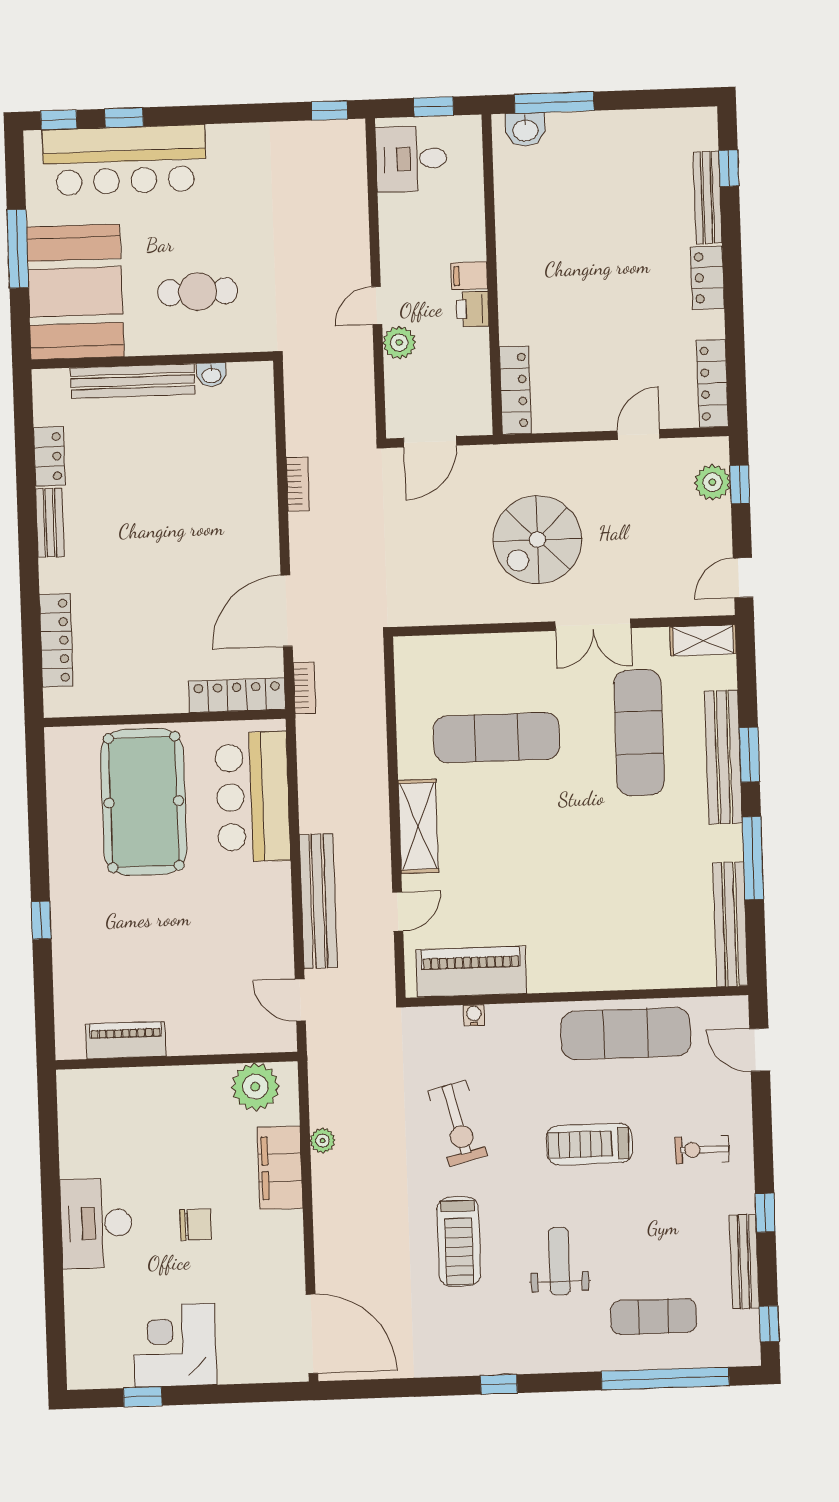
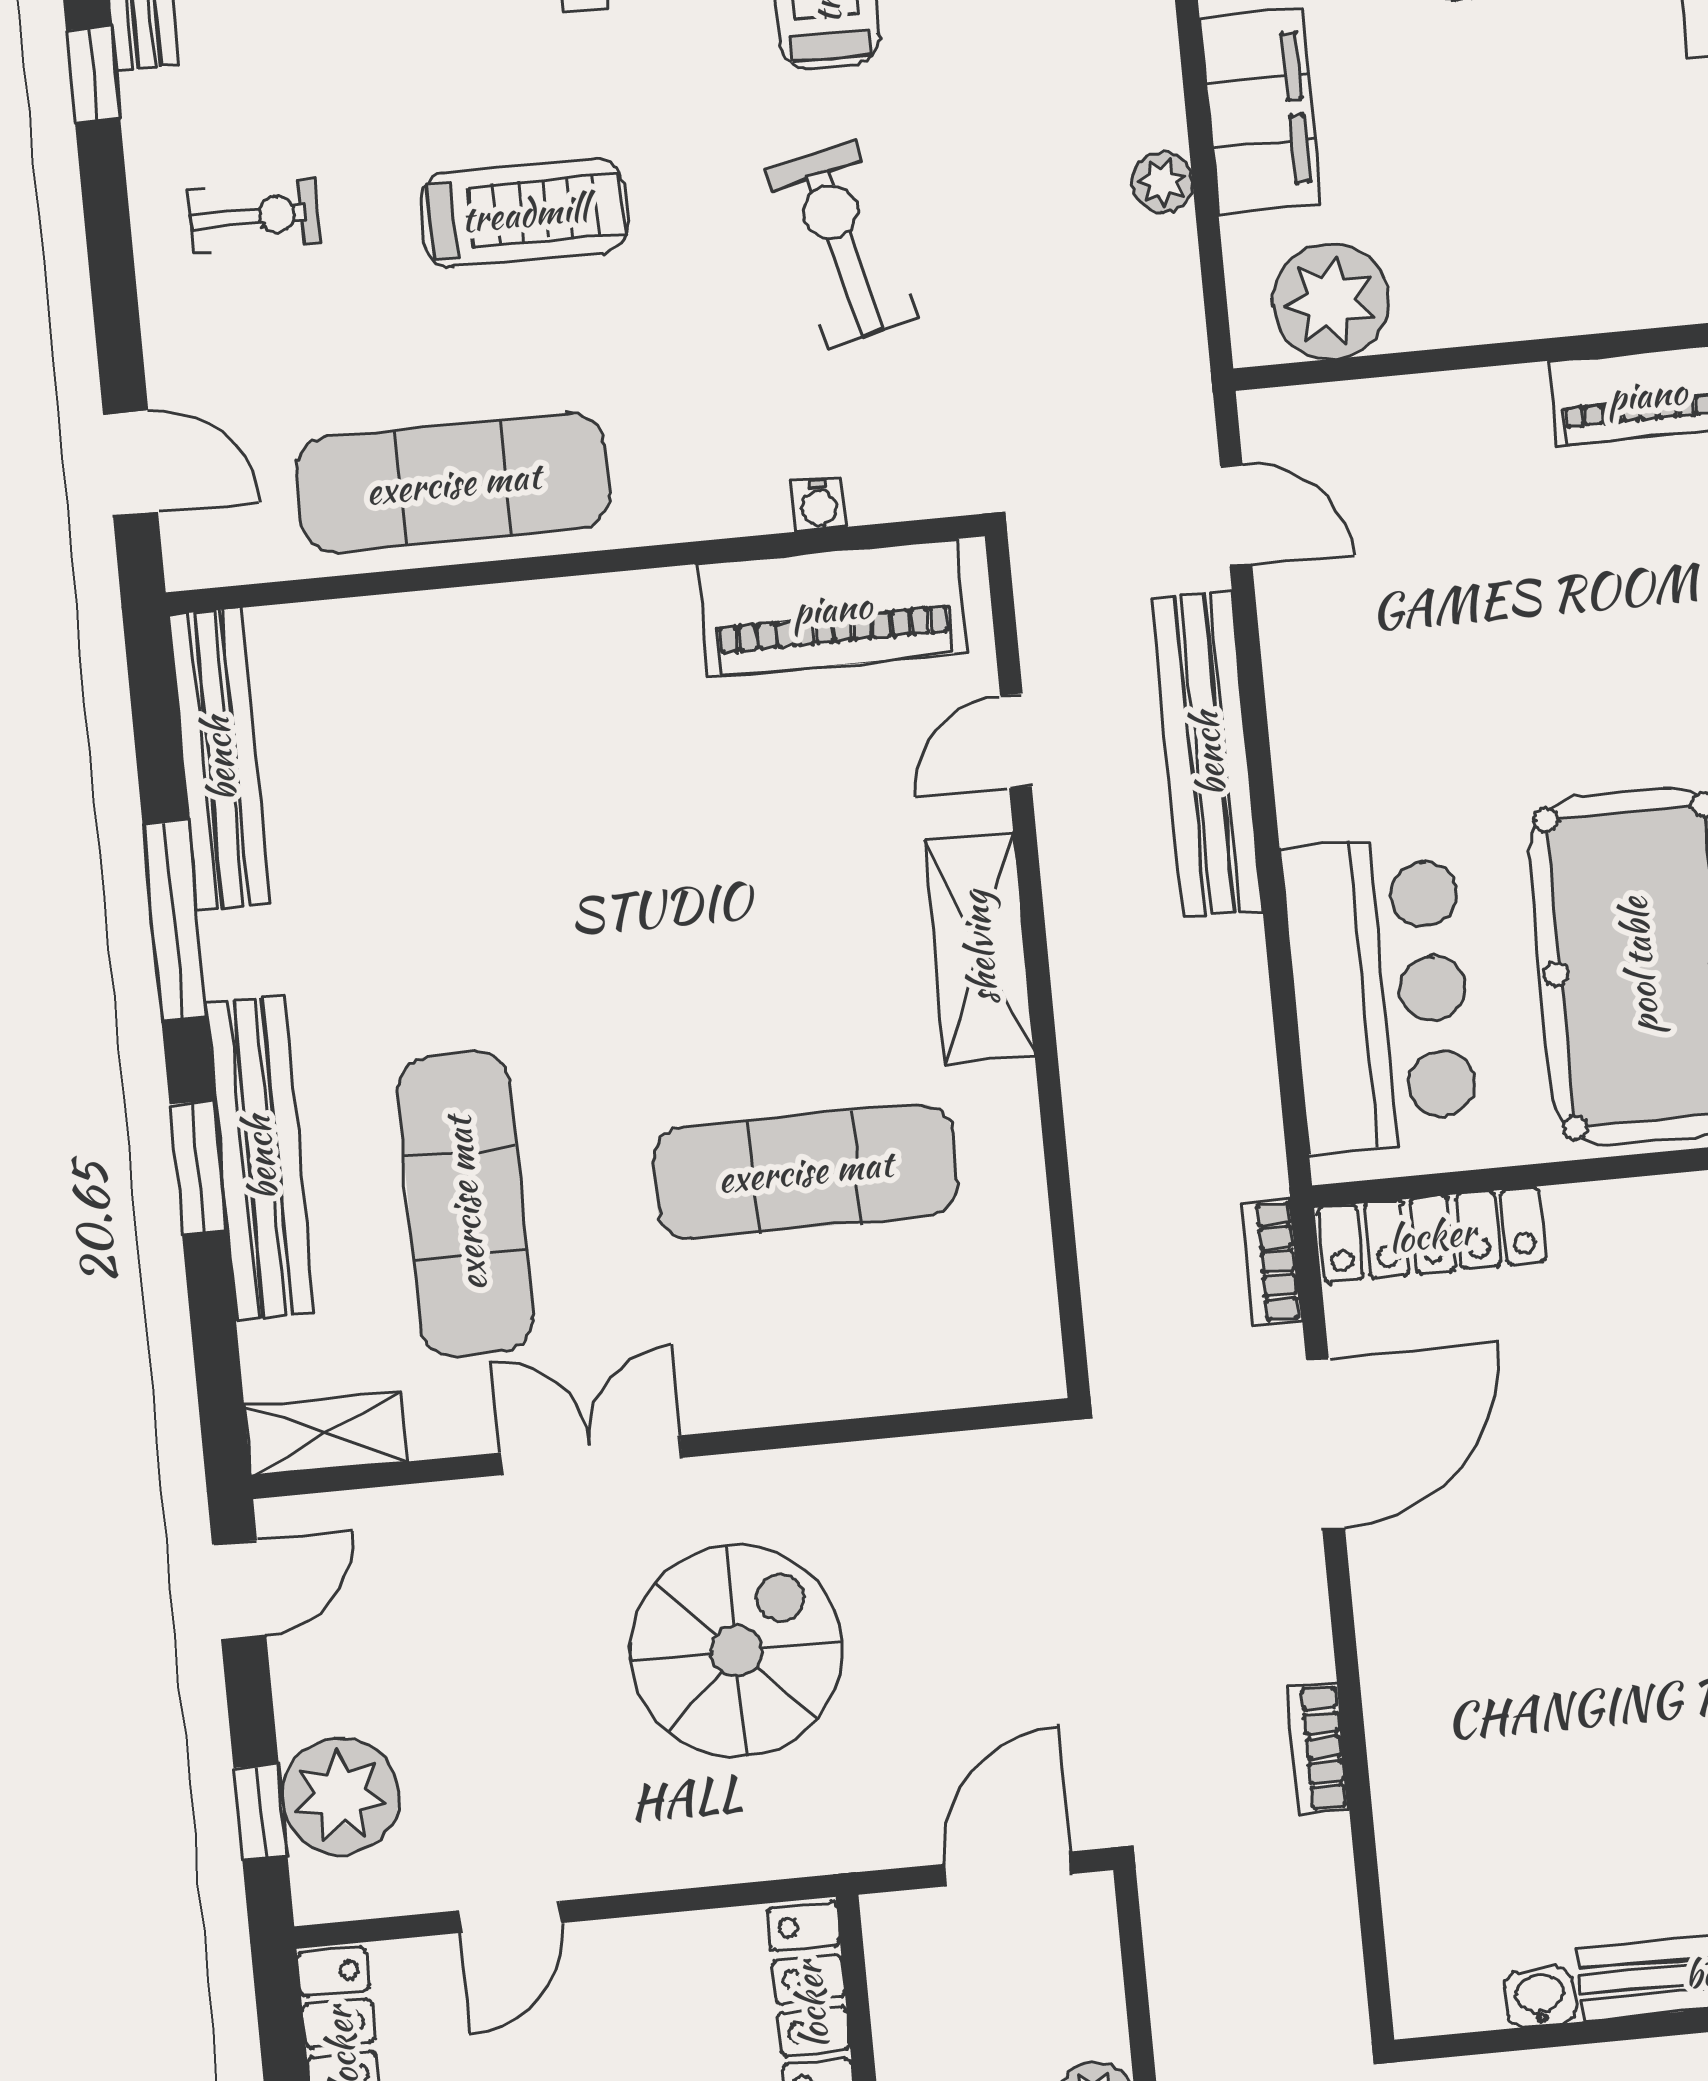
plant: (712, 482) -> (340, 1796), width x1.36, depth x1.36

